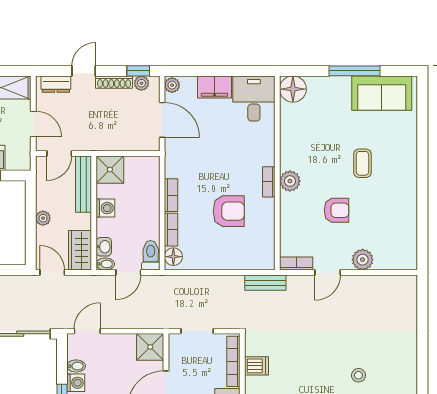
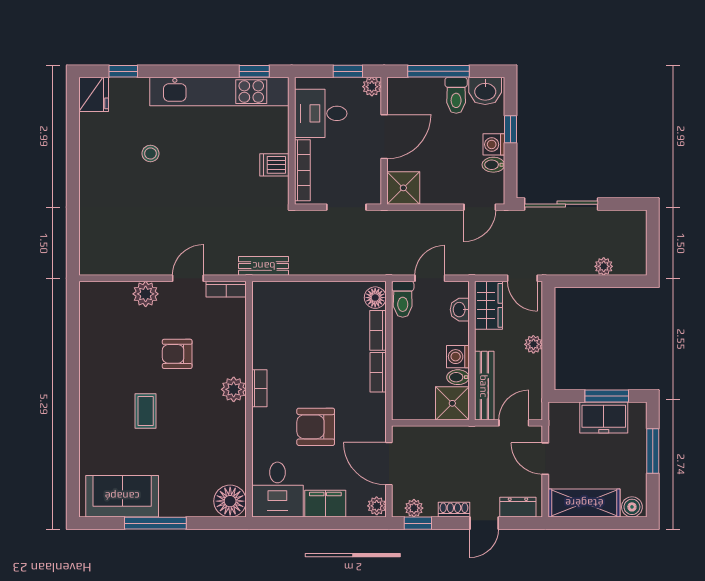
shoe rack: (114, 82) -> (454, 510), width x0.70
armchair: (229, 211) -> (316, 427), moved
bidet: (105, 264) -> (458, 377), moved

